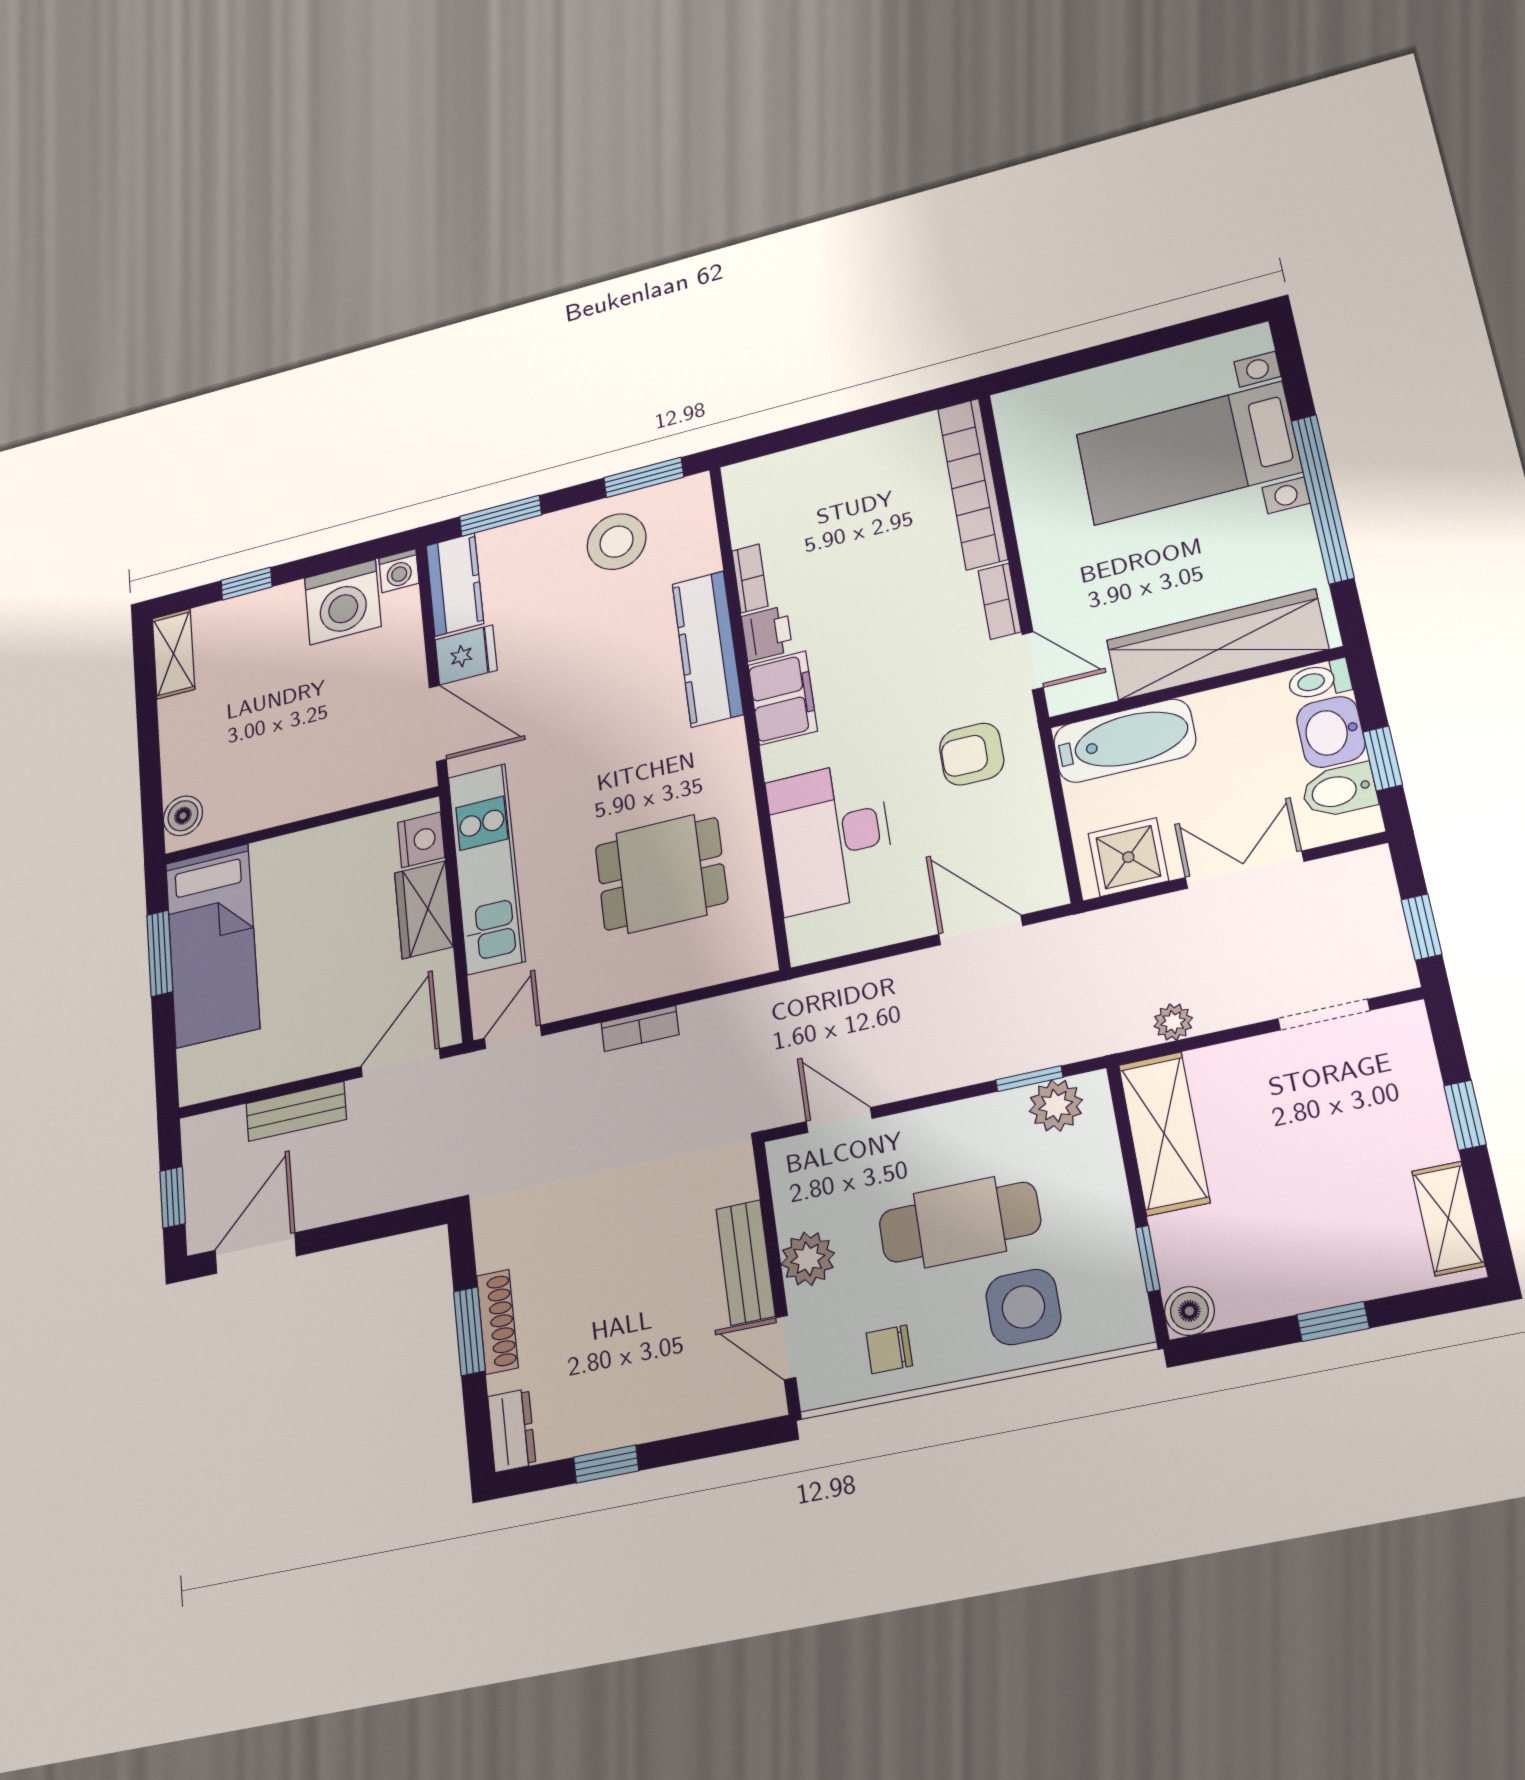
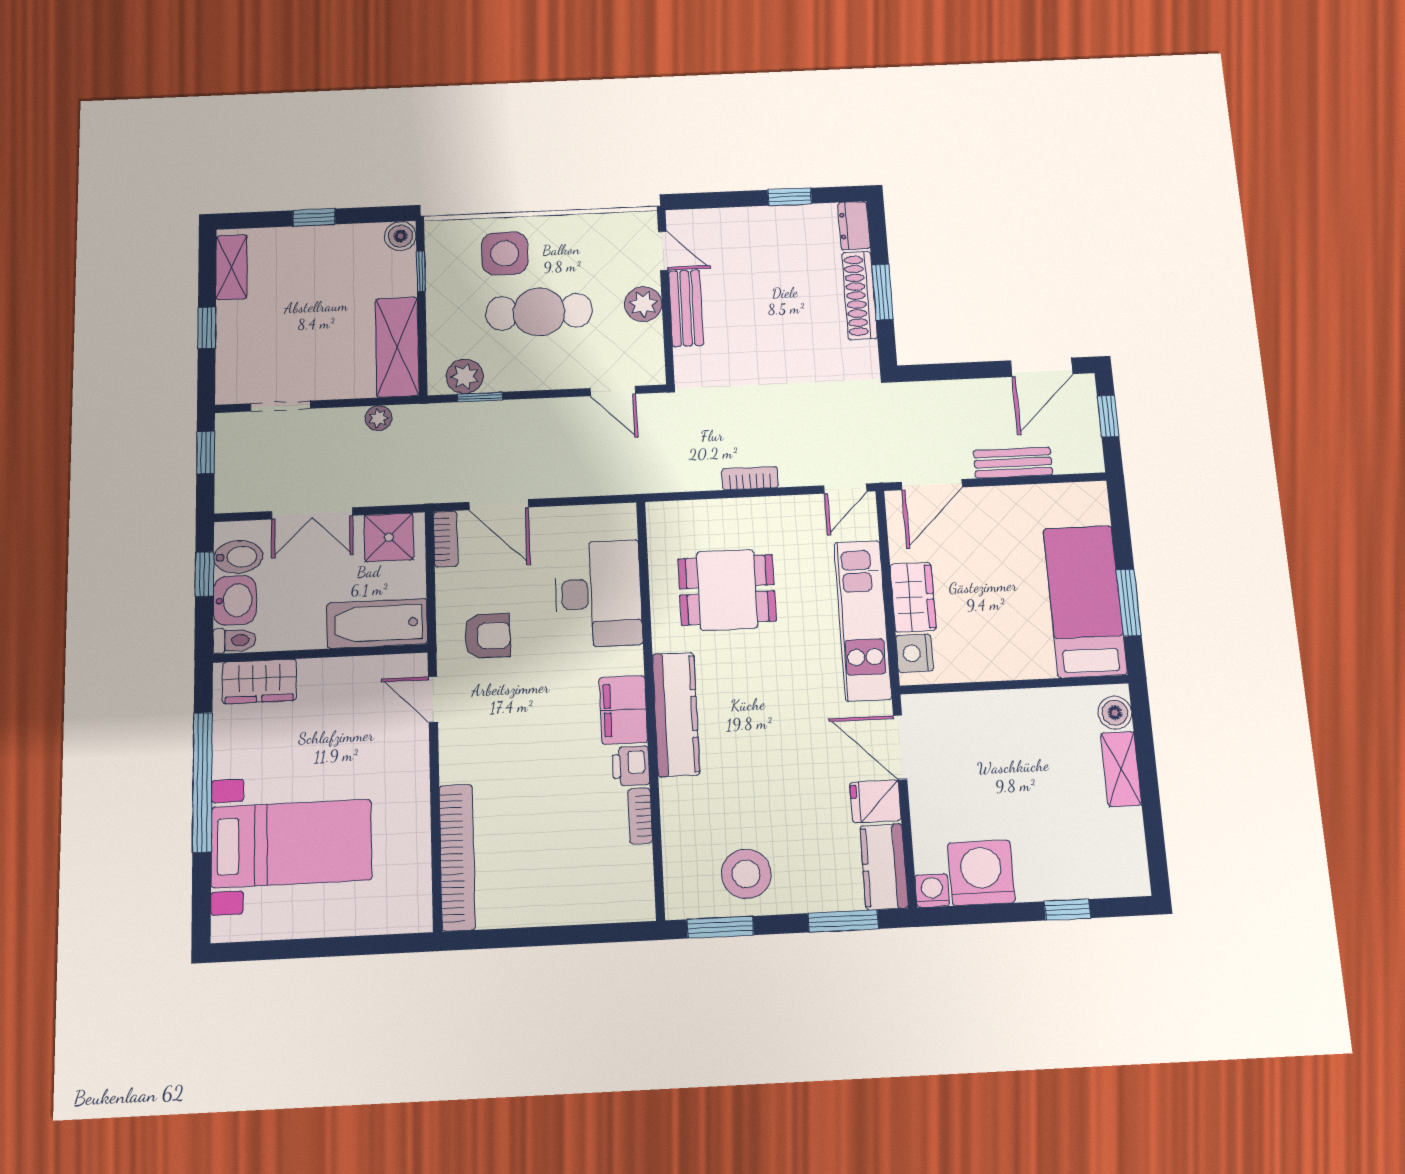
bookcase: (1000, 601) -> (446, 539), moved
wardrobe: (1217, 645) -> (259, 681), width x0.48, depth x0.85
kitchen counter: (707, 649) -> (676, 714), moved
shelving: (174, 654) -> (1121, 769), moved
shoe rack: (497, 1322) -> (859, 295), width x1.36, depth x1.24
chair: (889, 1349) -> (595, 240), removed

